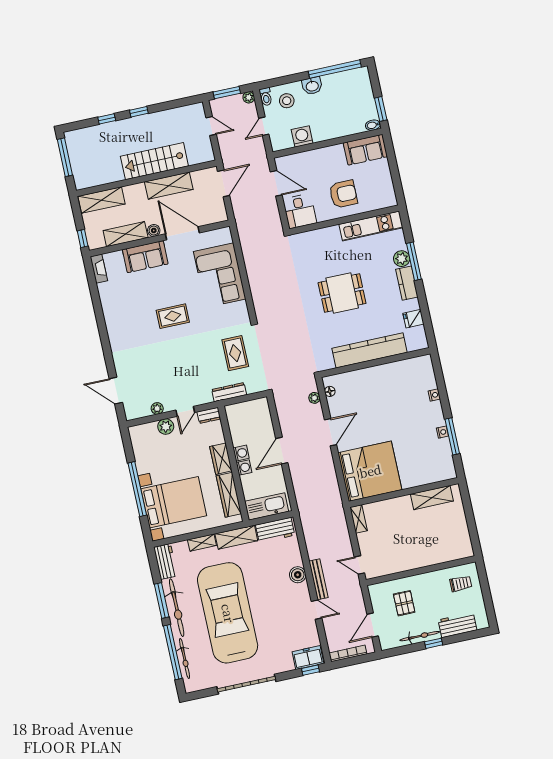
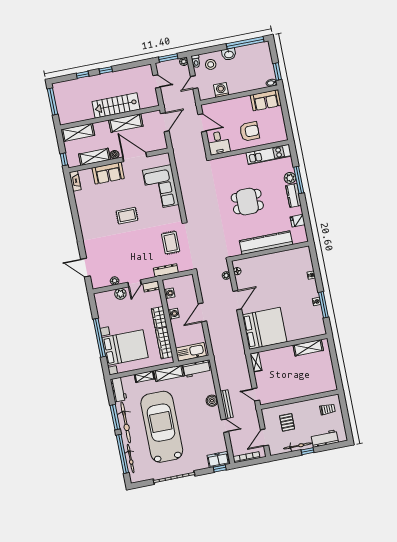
washing machine: (244, 467) -> (169, 293), moved

